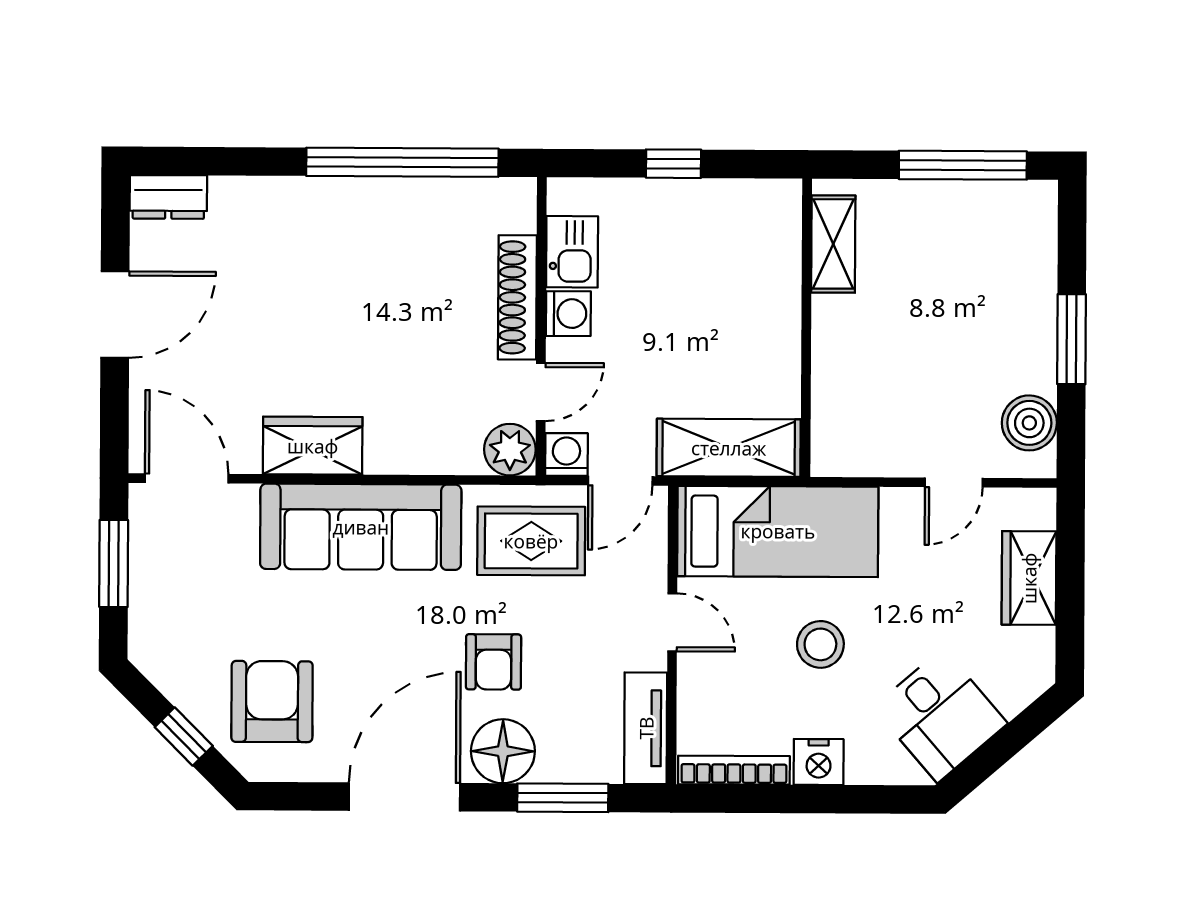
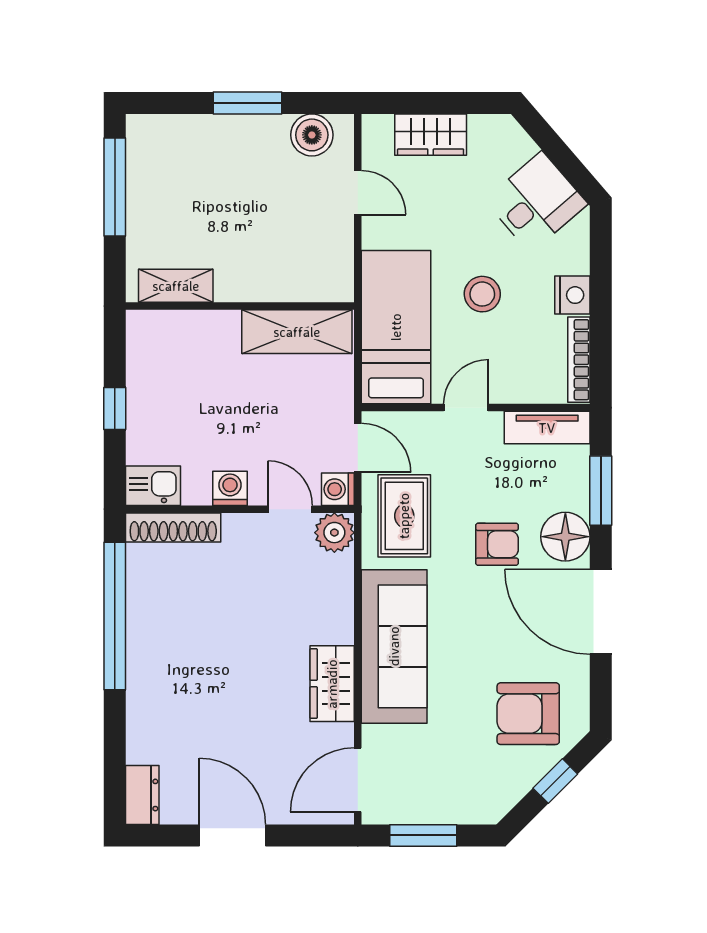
kitchen sink: (572, 252) -> (153, 486), moved
shoe rack: (517, 297) -> (173, 527), moved
shelving: (729, 448) -> (297, 332), moved, turned 90

